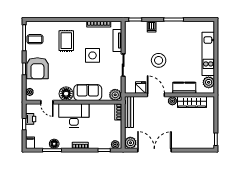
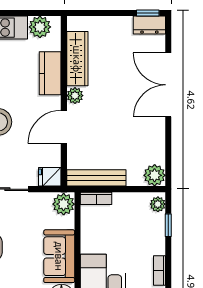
fridge: (141, 88) -> (50, 177), moved
dresser: (210, 140) -> (149, 25), added
double door: (154, 150) -> (168, 85), moved

